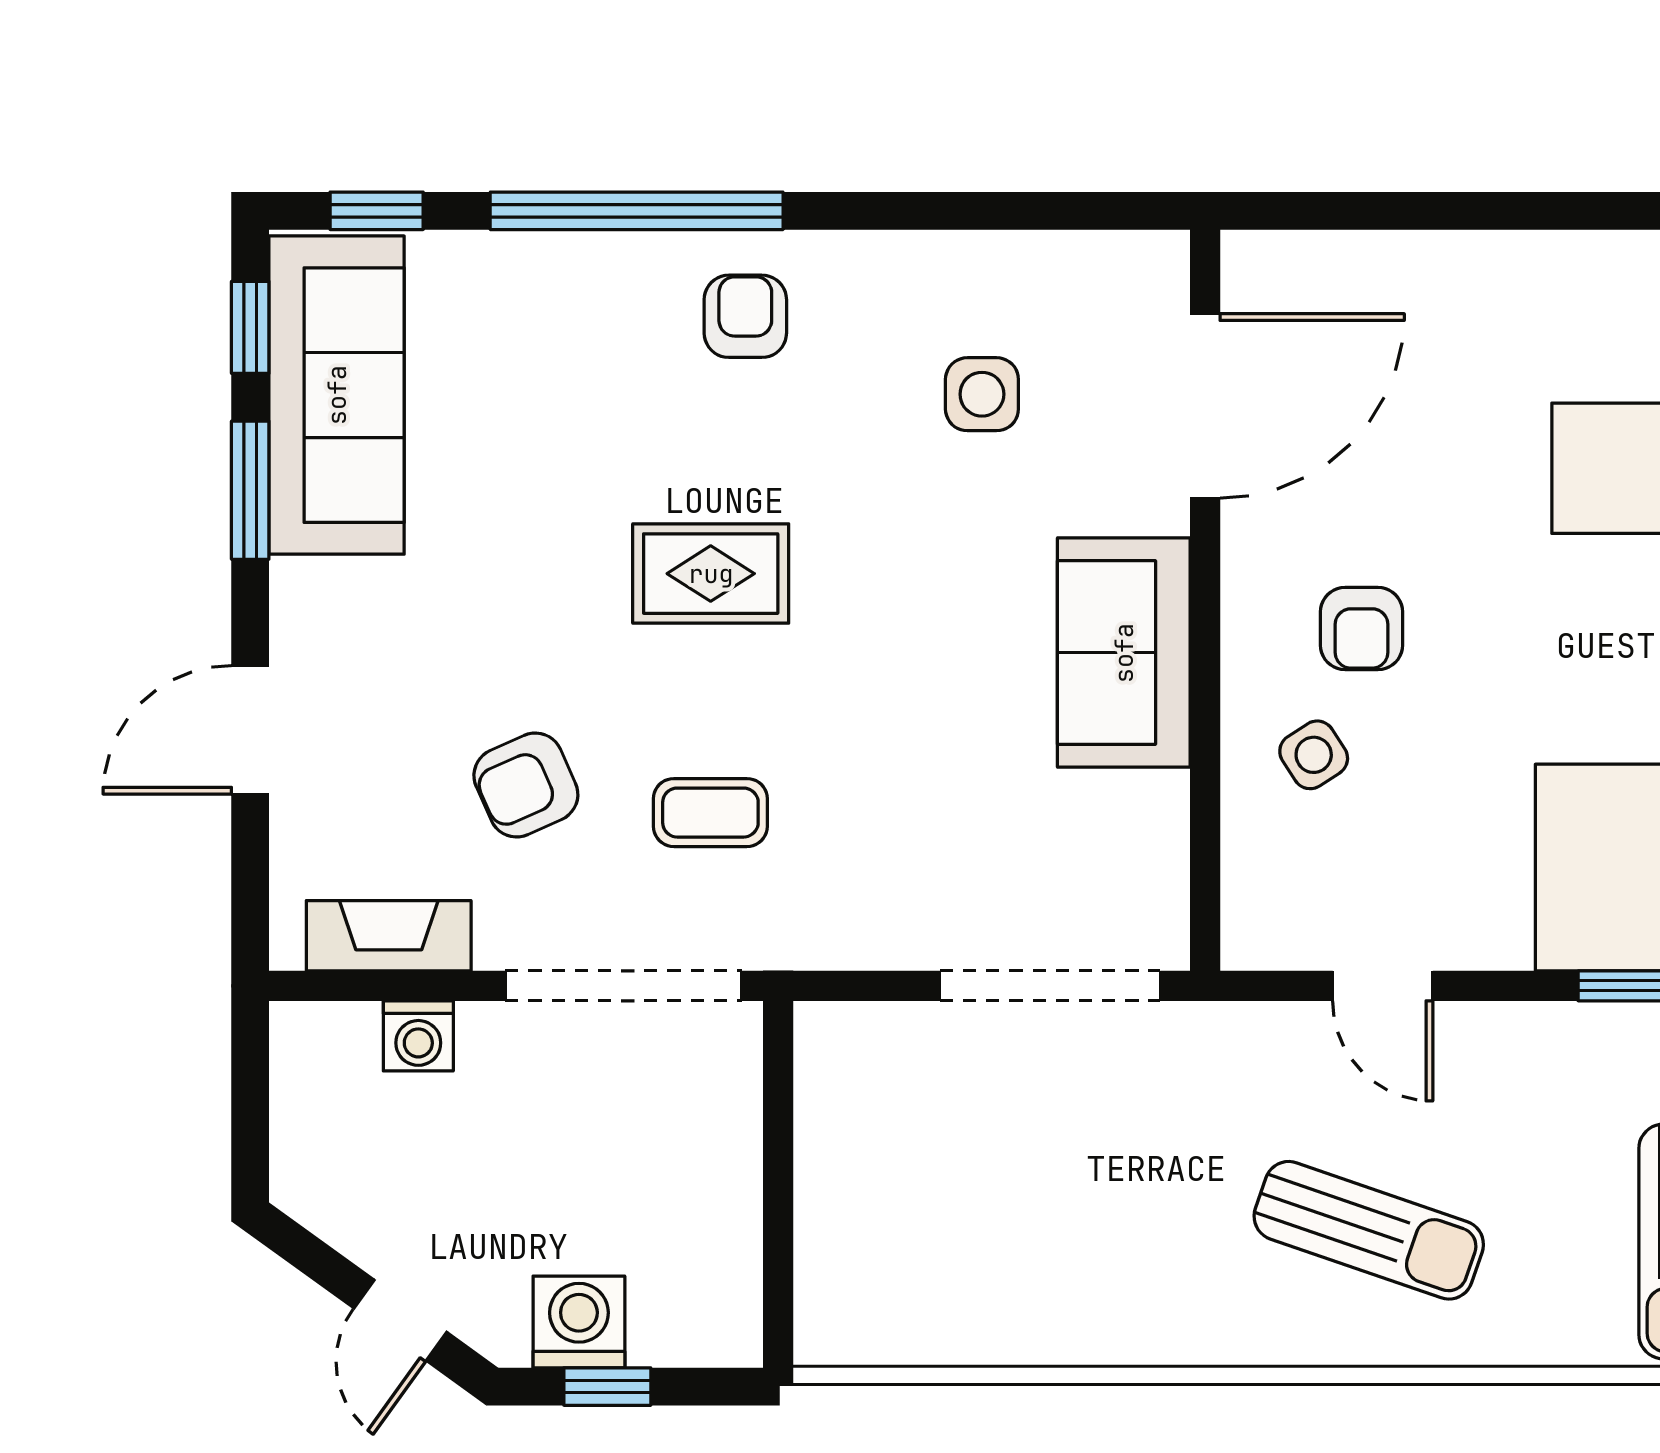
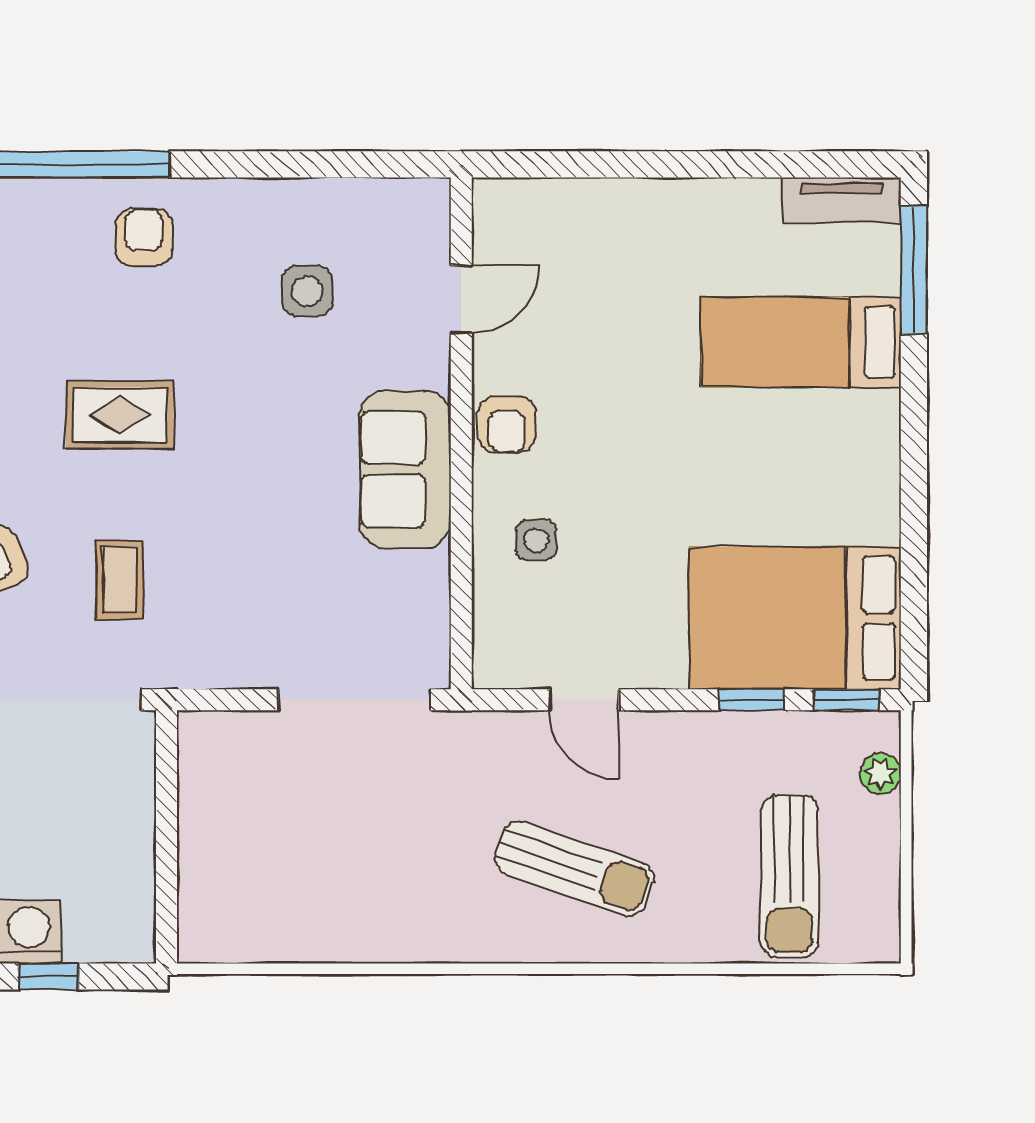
door: (1205, 406) -> (461, 299), width x0.53
armchair: (1361, 629) -> (507, 424), moved
side table: (1314, 755) -> (536, 540), turned 33
coffee table: (710, 813) -> (120, 580), turned 90

